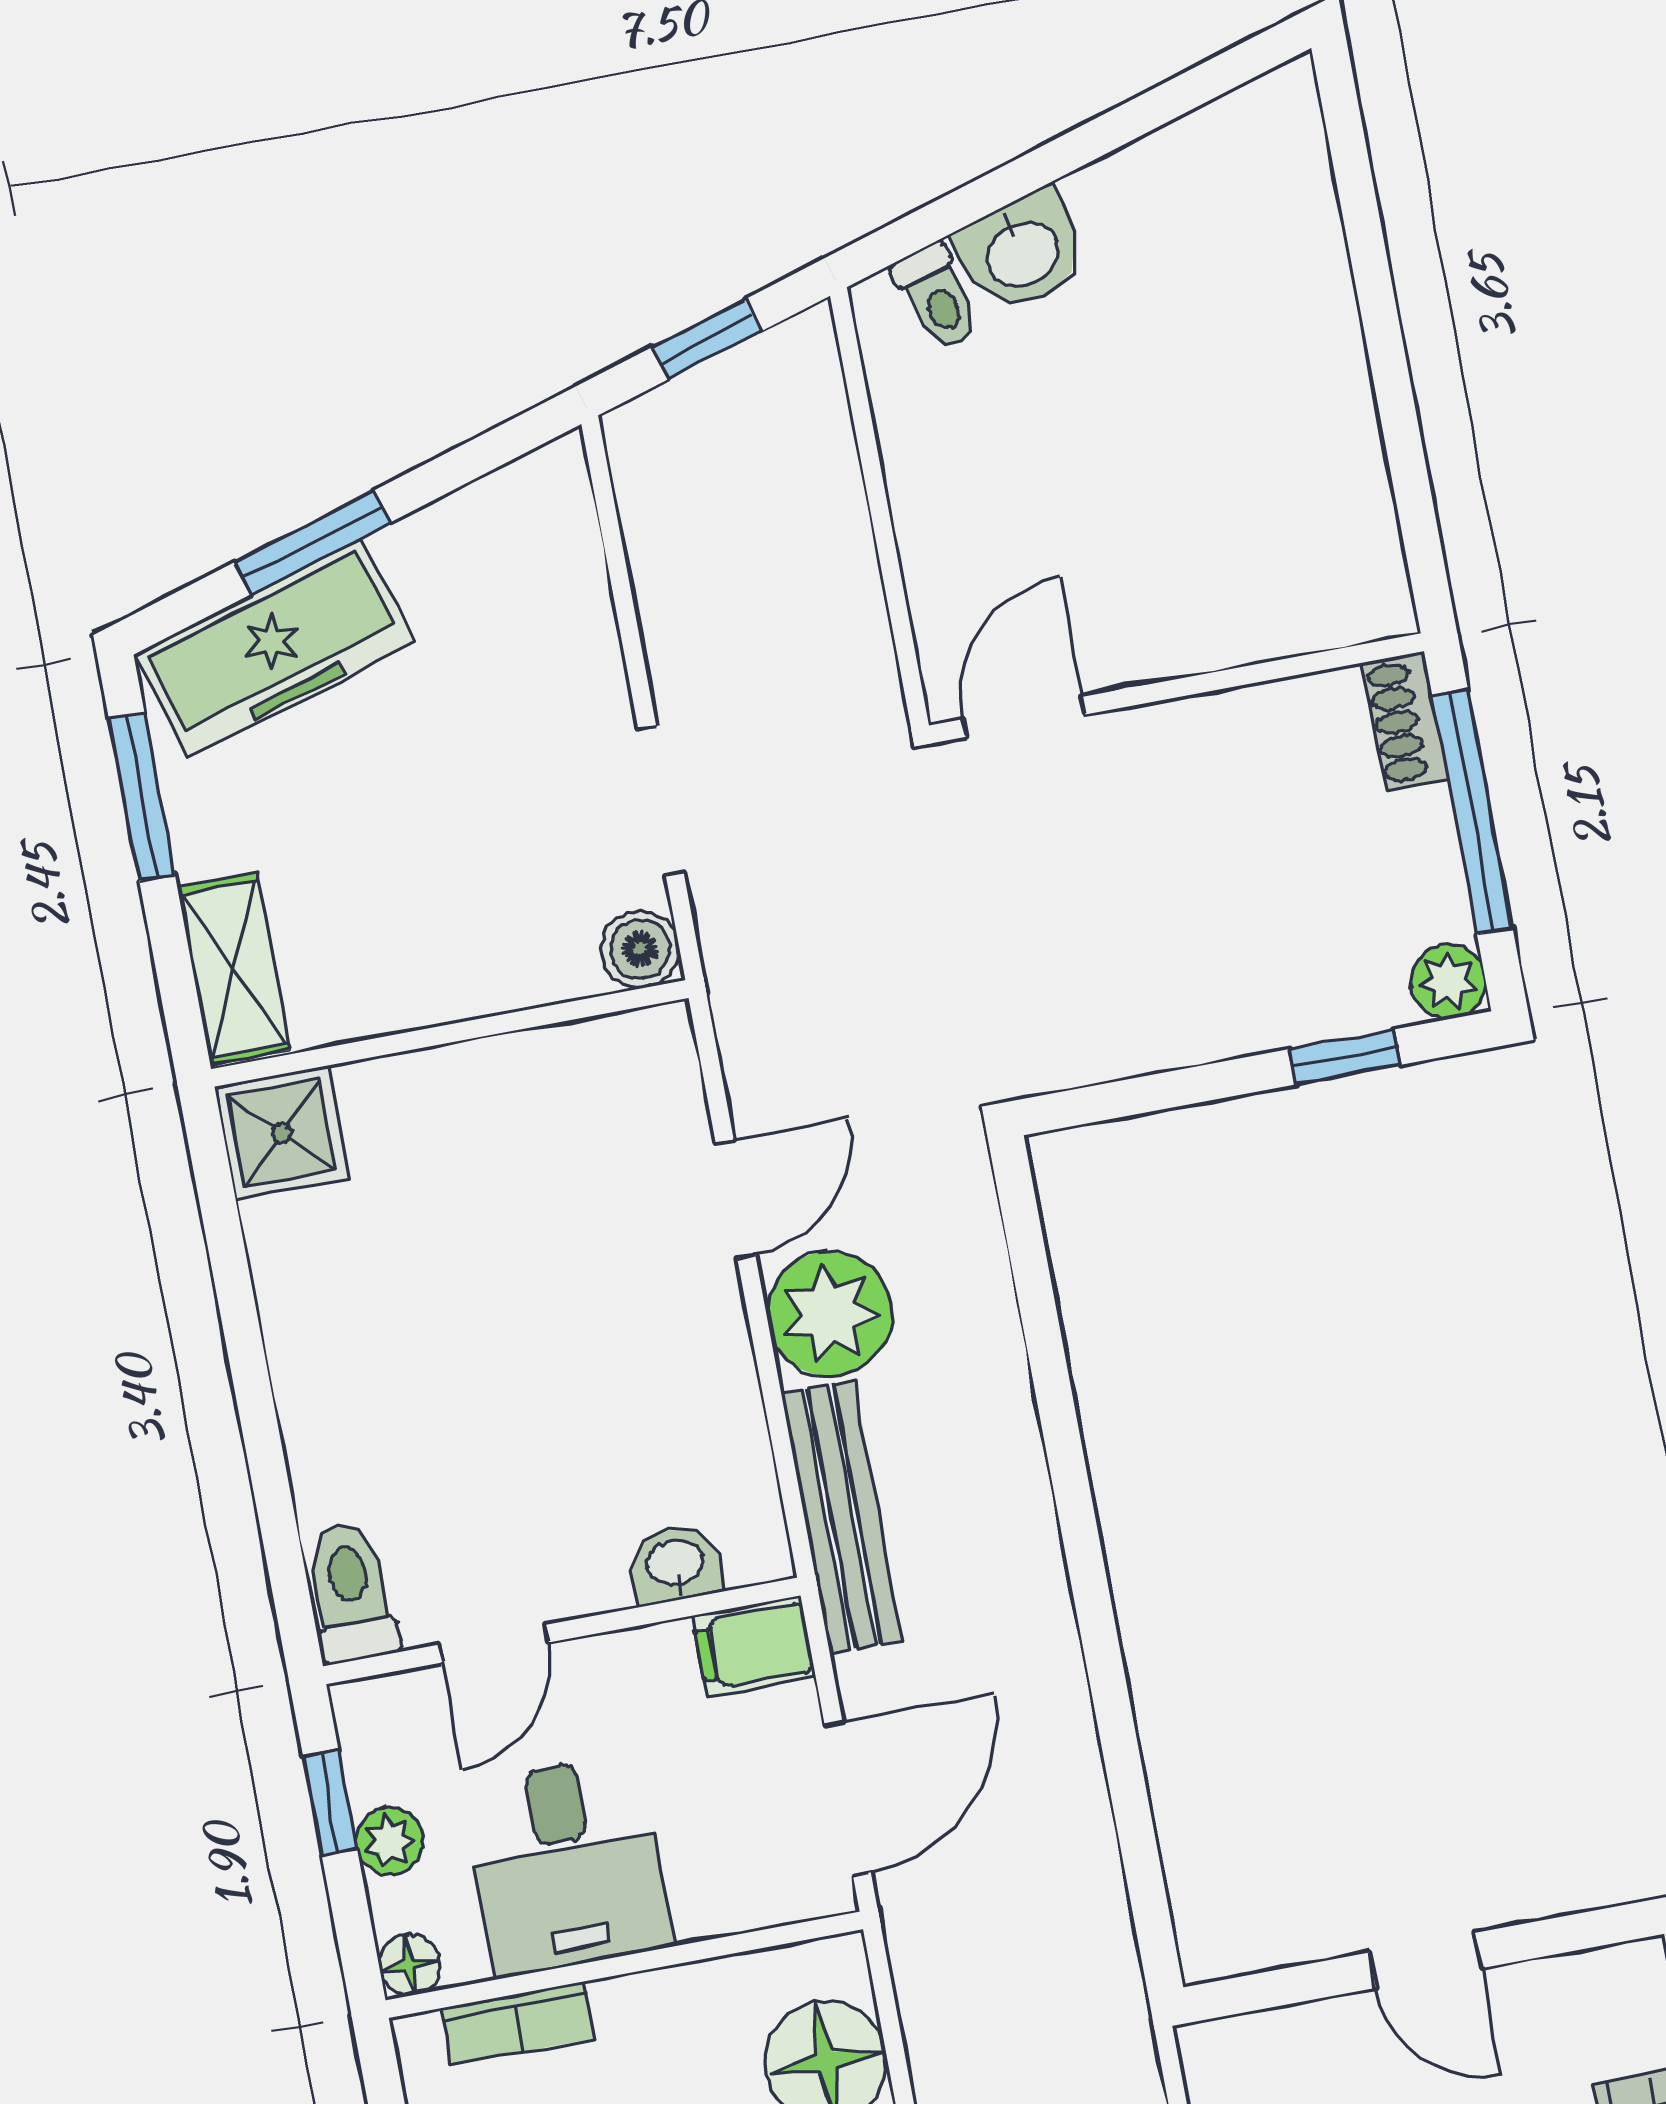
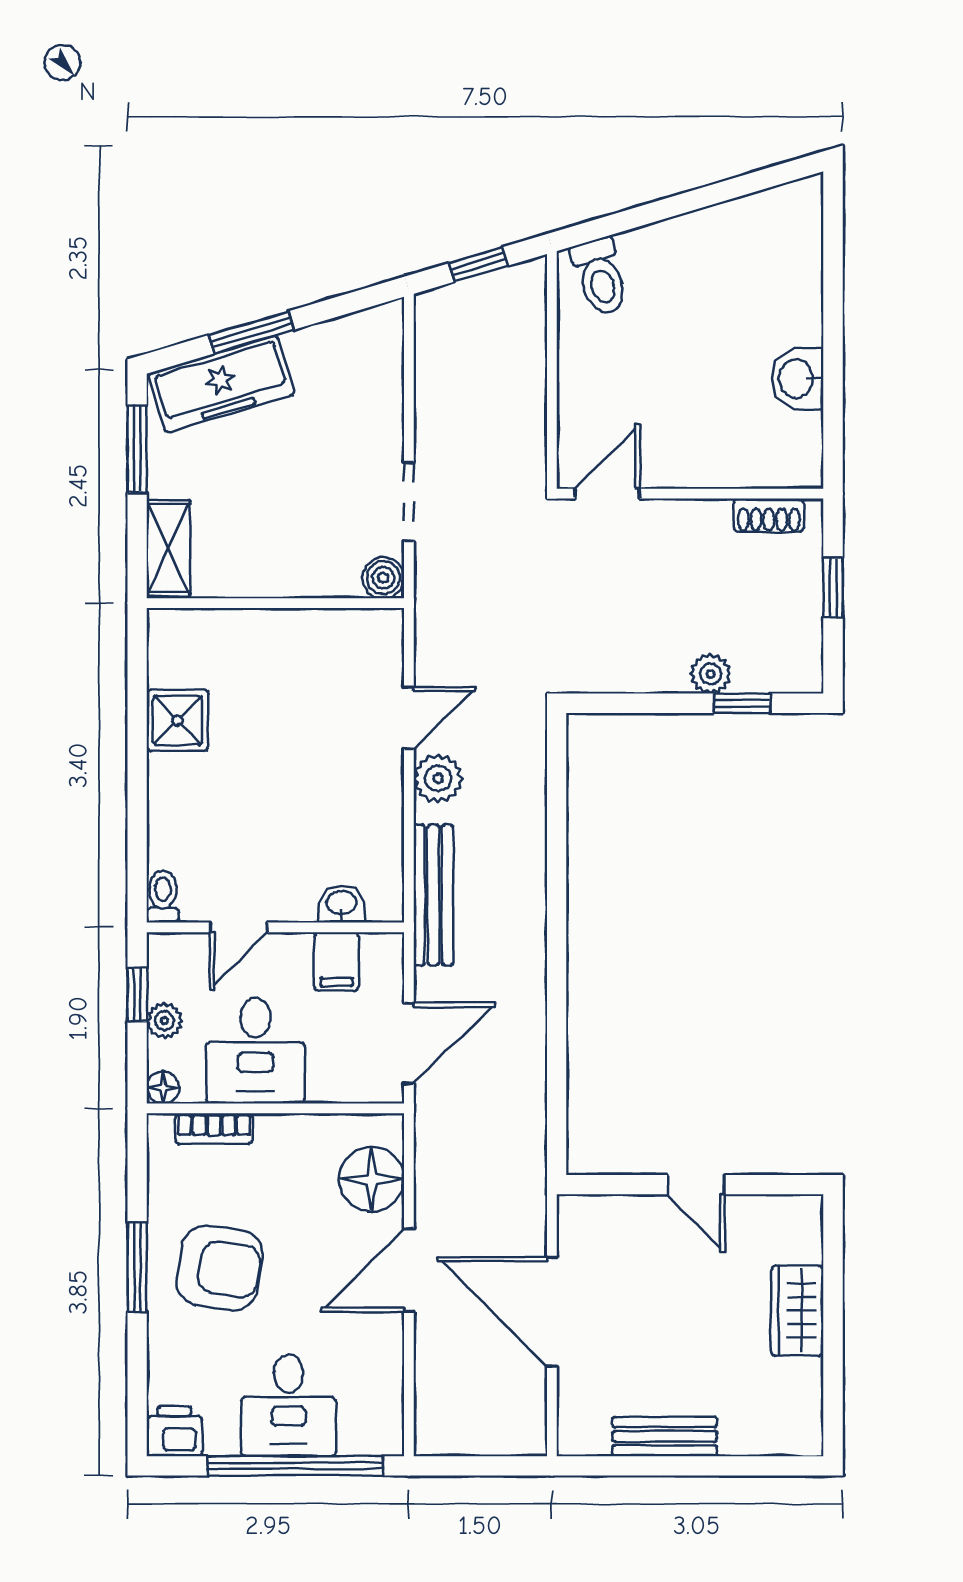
washbasin: (1022, 252) -> (797, 378), moved, turned 107
toilet: (937, 297) -> (600, 277), width x1.37, depth x1.39
shoe rack: (1405, 721) -> (769, 515), moved, turned -90
window: (1472, 812) -> (833, 587), width x0.46
plant: (1448, 981) -> (711, 674), moved
shower: (282, 1133) -> (178, 720), moved
plant: (830, 1314) -> (438, 779), width x0.73, depth x0.73
toilet: (351, 1592) -> (163, 896), width x0.73, depth x0.72
filing cabinet: (754, 1646) -> (336, 961), moved, turned -90

